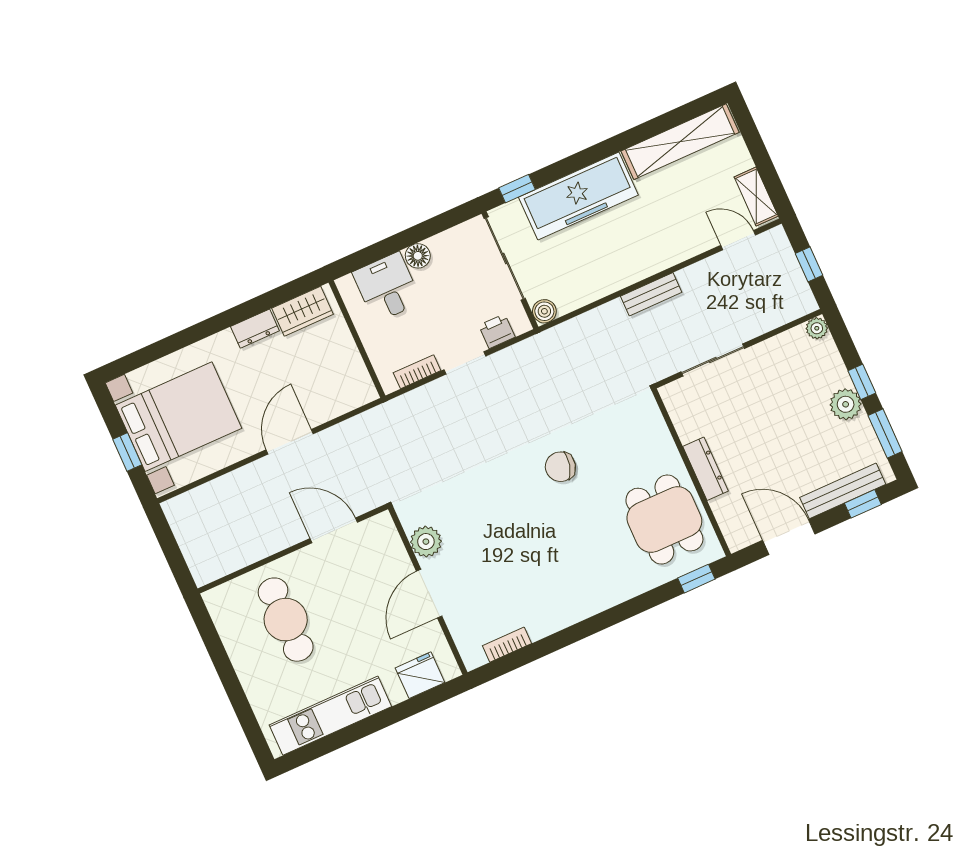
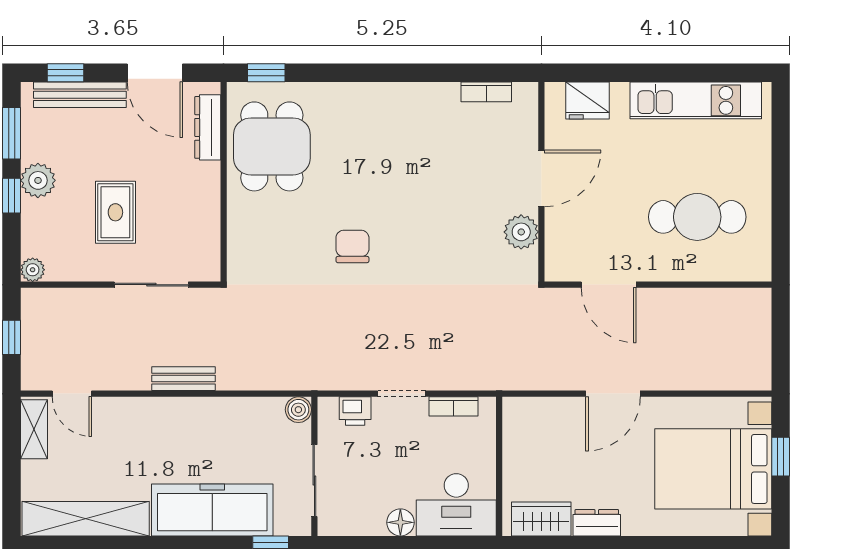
sliding door: (505, 258) -> (314, 481), width x0.73
desk: (387, 287) -> (456, 505), width x1.37
rug: (770, 407) -> (115, 212), added
chair: (560, 467) -> (352, 246), turned -104
dresser: (706, 469) -> (208, 127), moved
cafe table: (286, 620) -> (697, 217), turned 90

